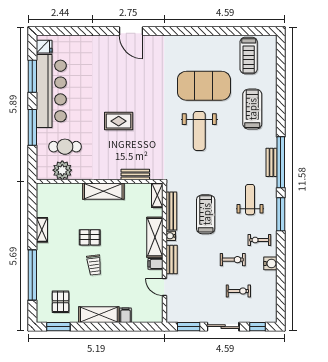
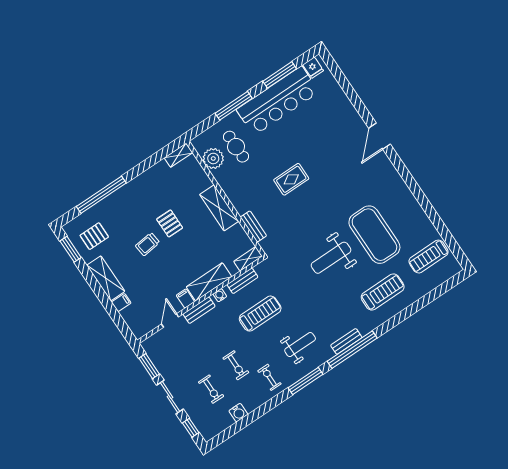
rug: (119, 121) -> (291, 179), turned 90
bench: (171, 211) -> (242, 281), width x0.73
shelving: (42, 230) -> (178, 155), moved
water cooler: (270, 263) -> (238, 413), moved

